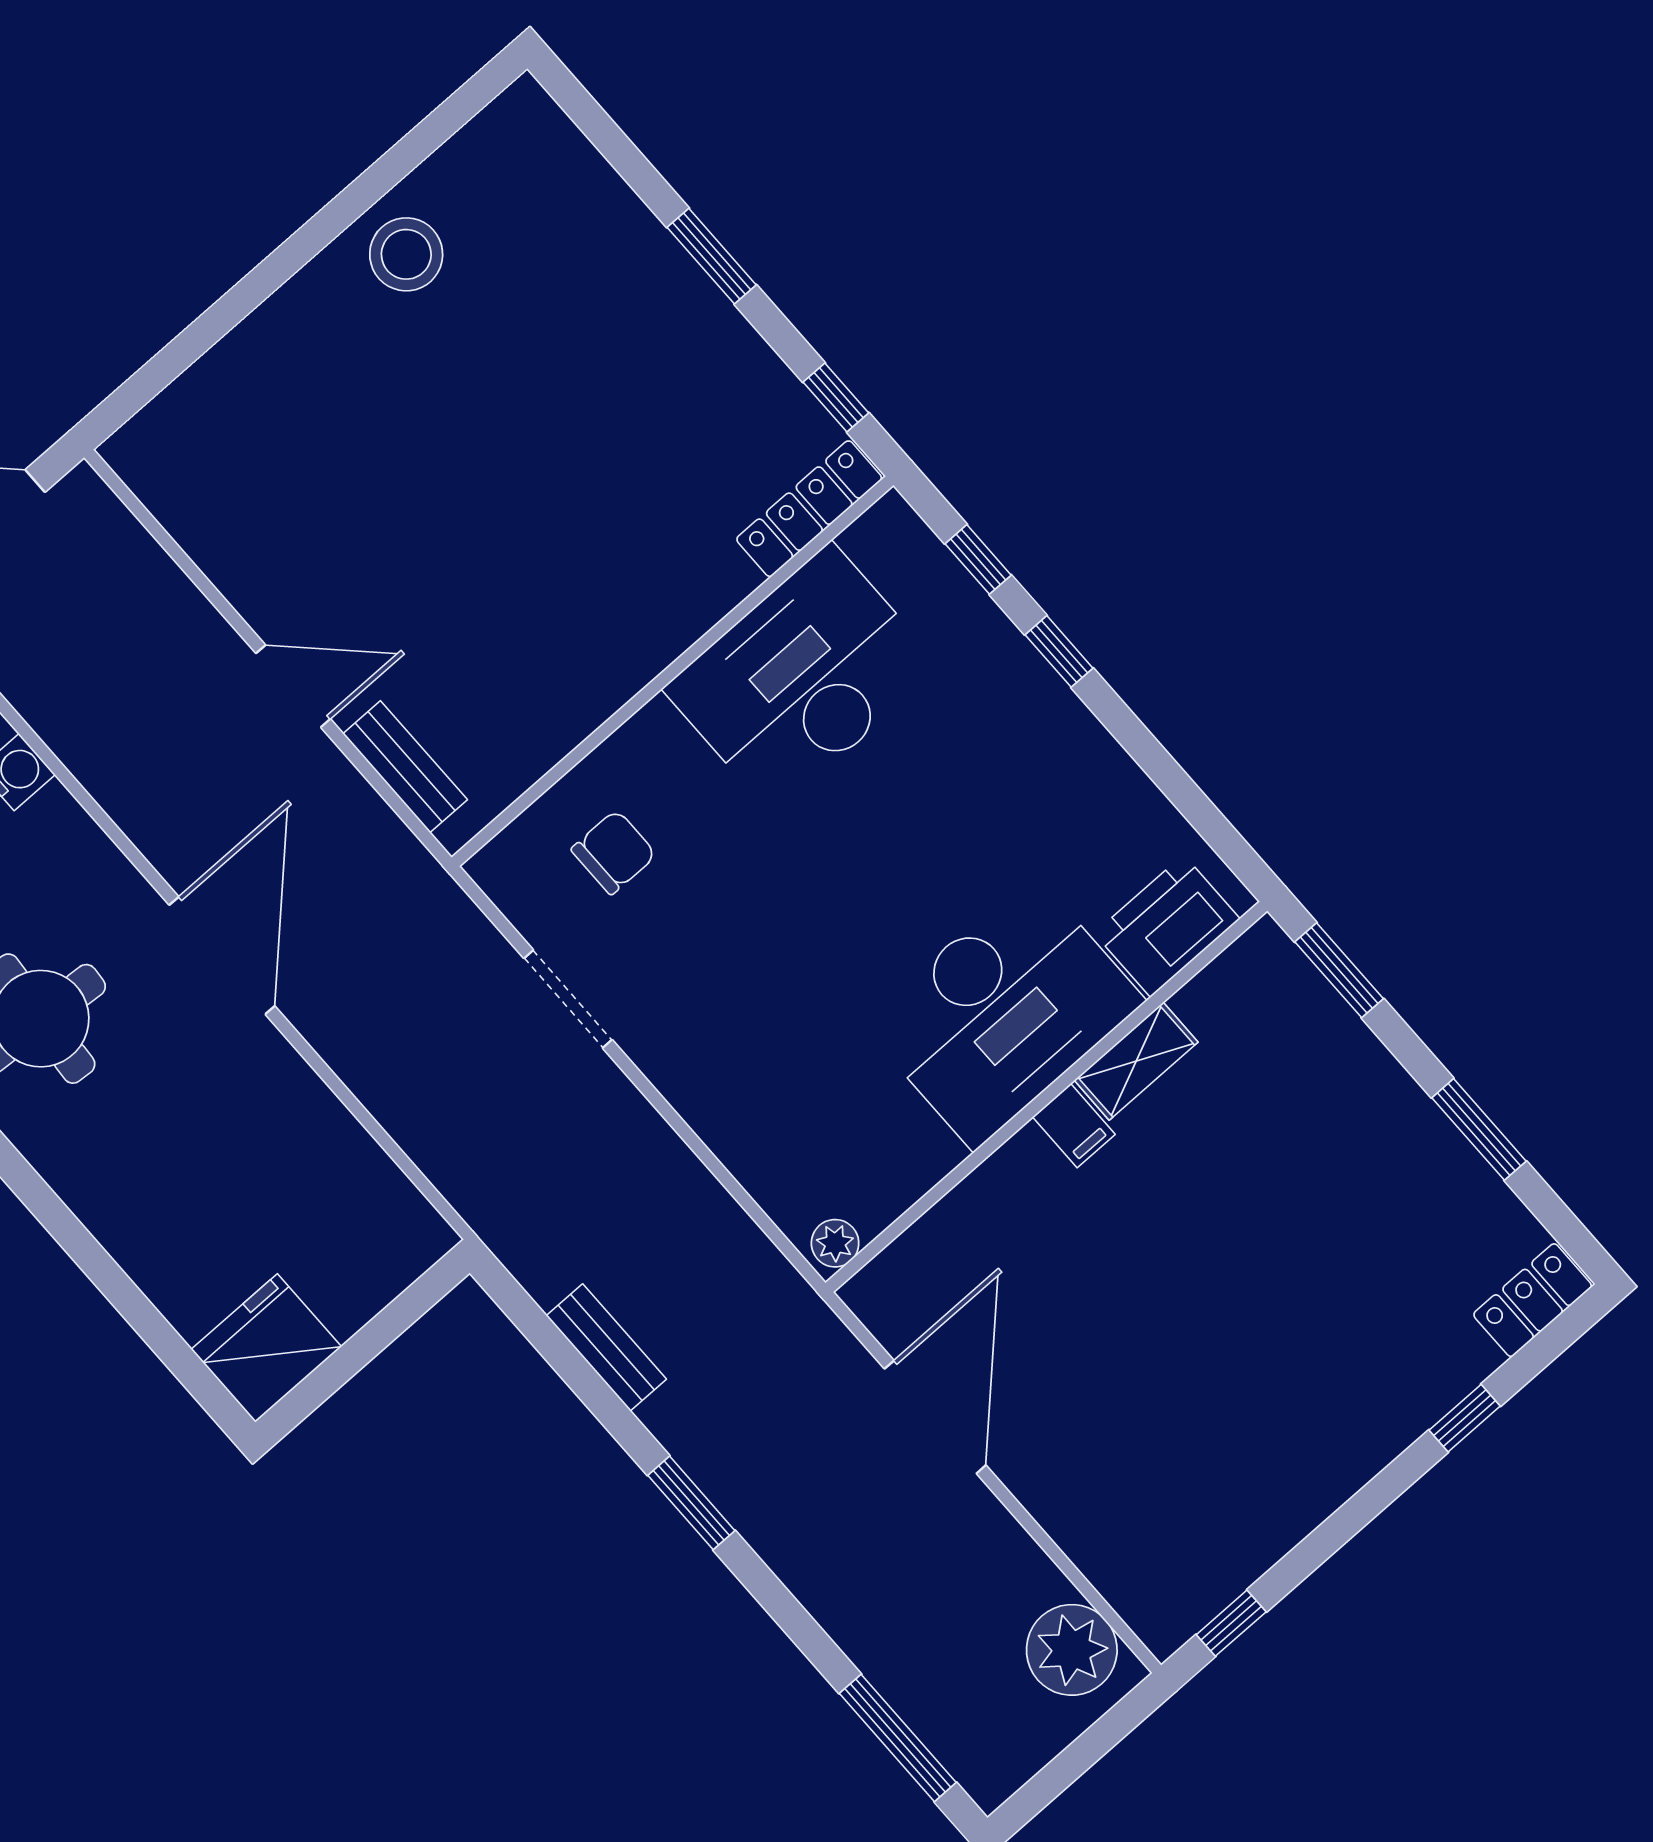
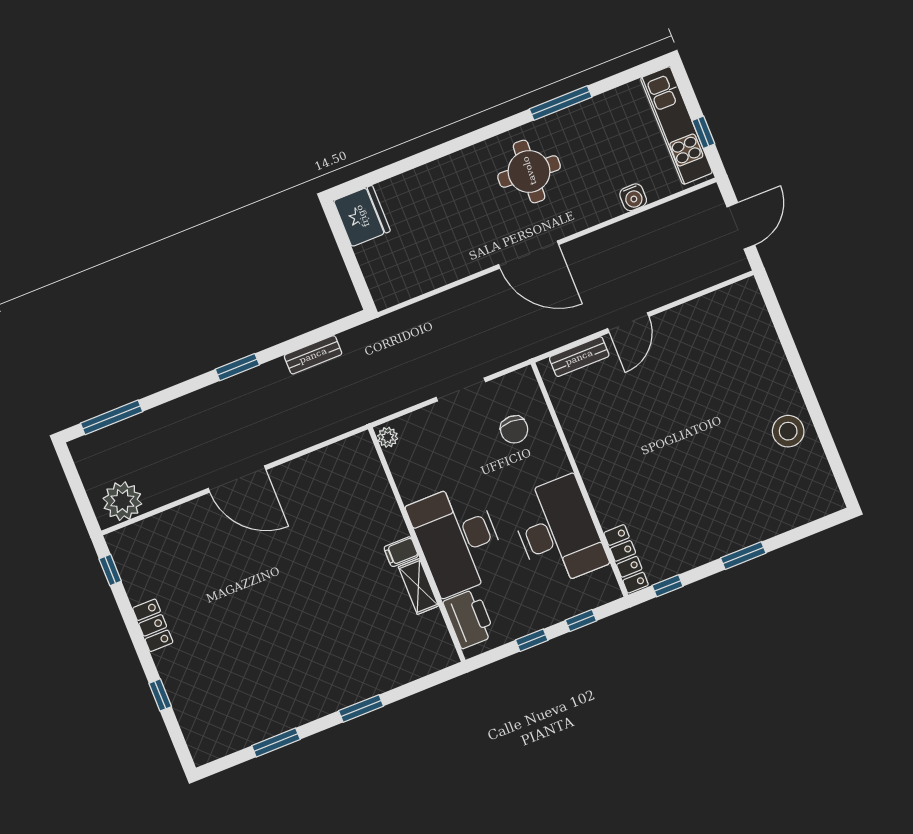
printer: (1167, 926) -> (469, 619), moved
desk: (1003, 1012) -> (458, 539), moved
shelving: (1136, 1061) -> (418, 586), moved
wall: (1046, 1097) -> (417, 545), moved
filing cabinet: (1074, 1126) -> (401, 552), moved
plant: (835, 1243) -> (388, 437), moved
locker: (1533, 1300) -> (153, 625), moved

